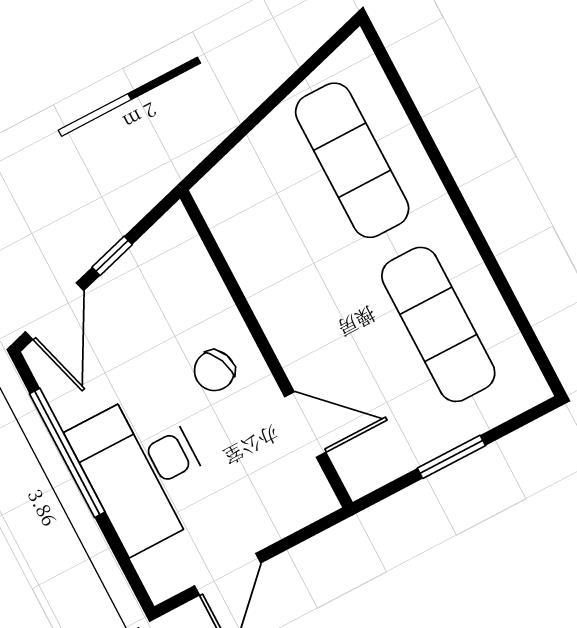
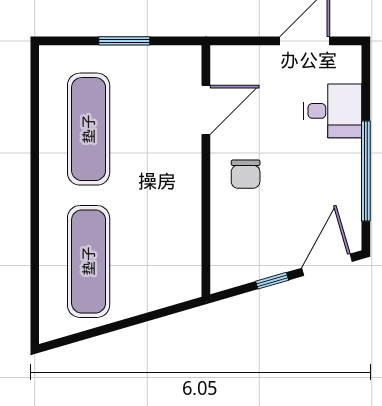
chair: (214, 371) -> (246, 174), turned 113
door: (305, 424) -> (206, 110), swing flipped
desk: (143, 471) -> (333, 111), width x0.53, depth x0.77

